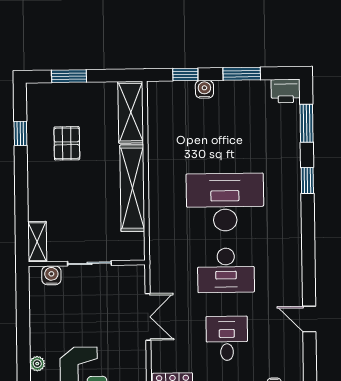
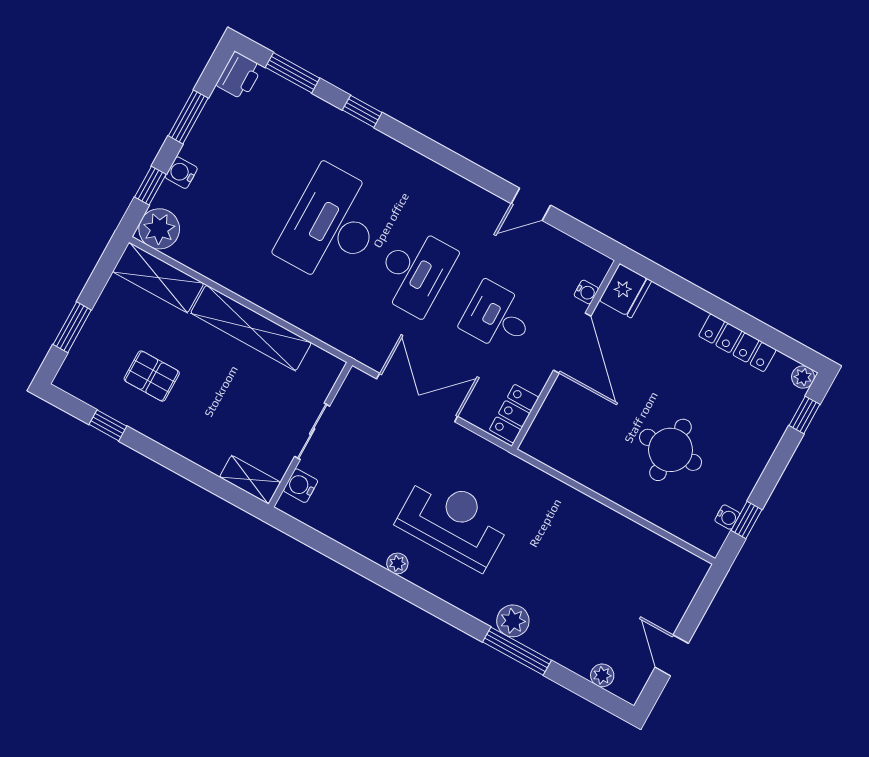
plant: (161, 95) -> (159, 229), added
double door: (148, 317) -> (417, 398), width x1.37

